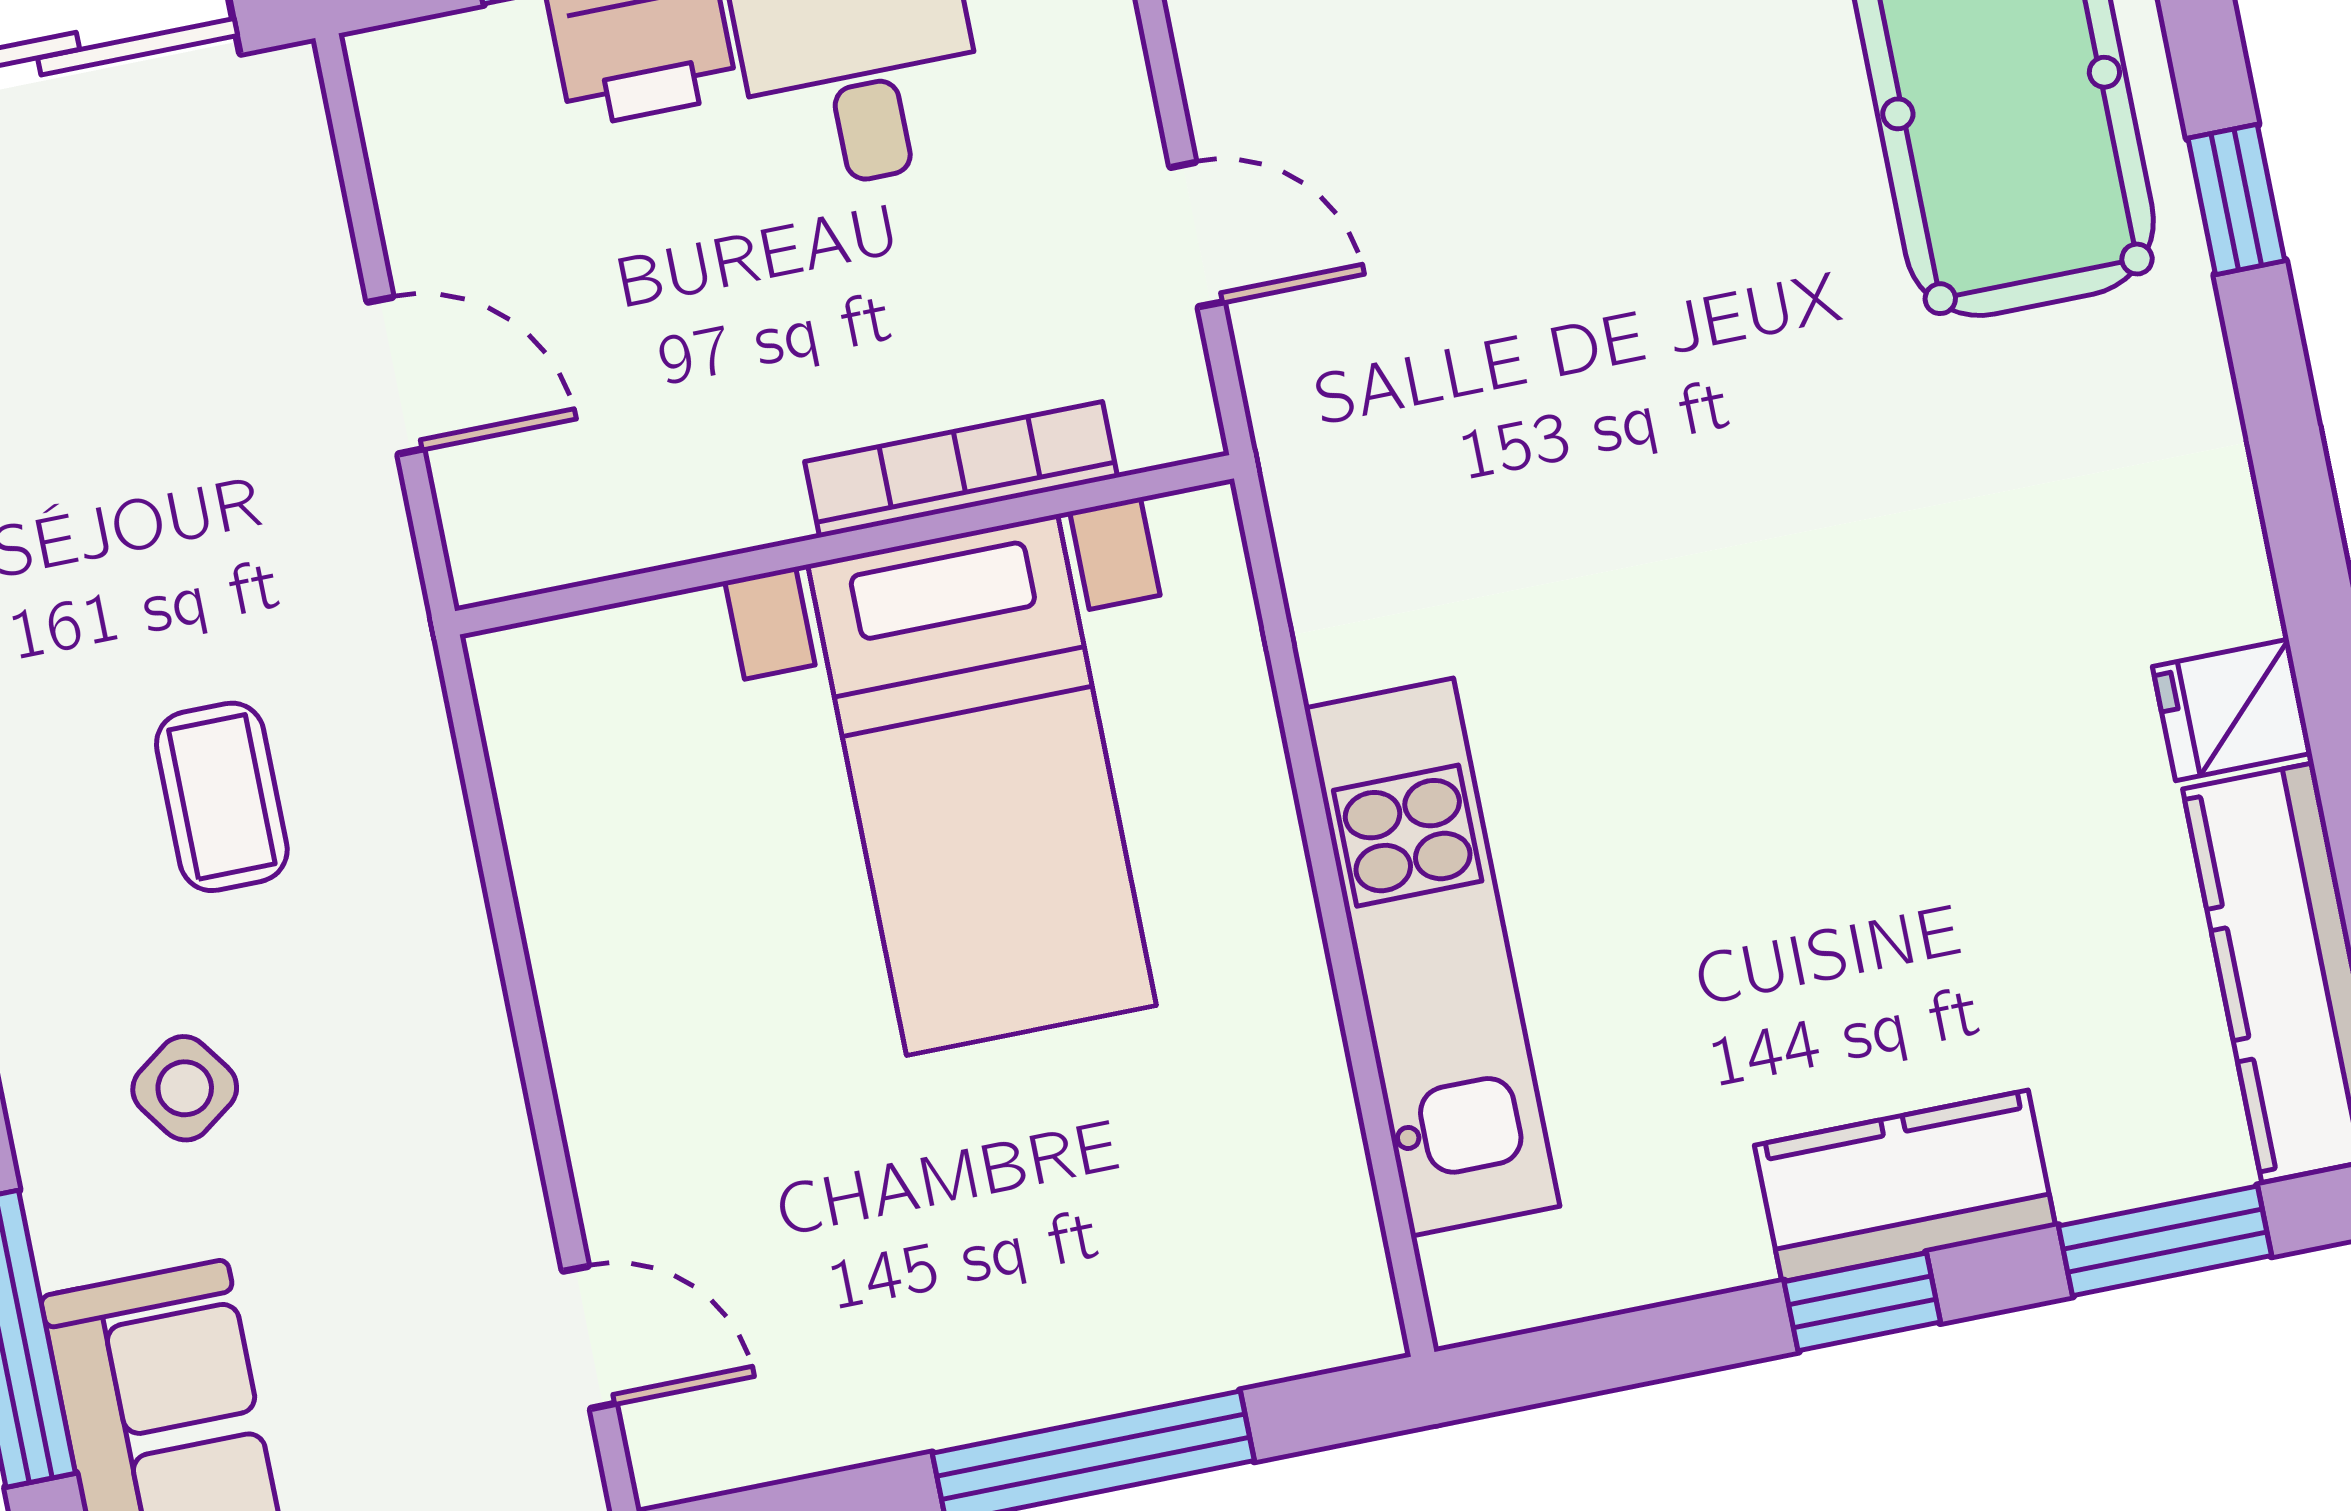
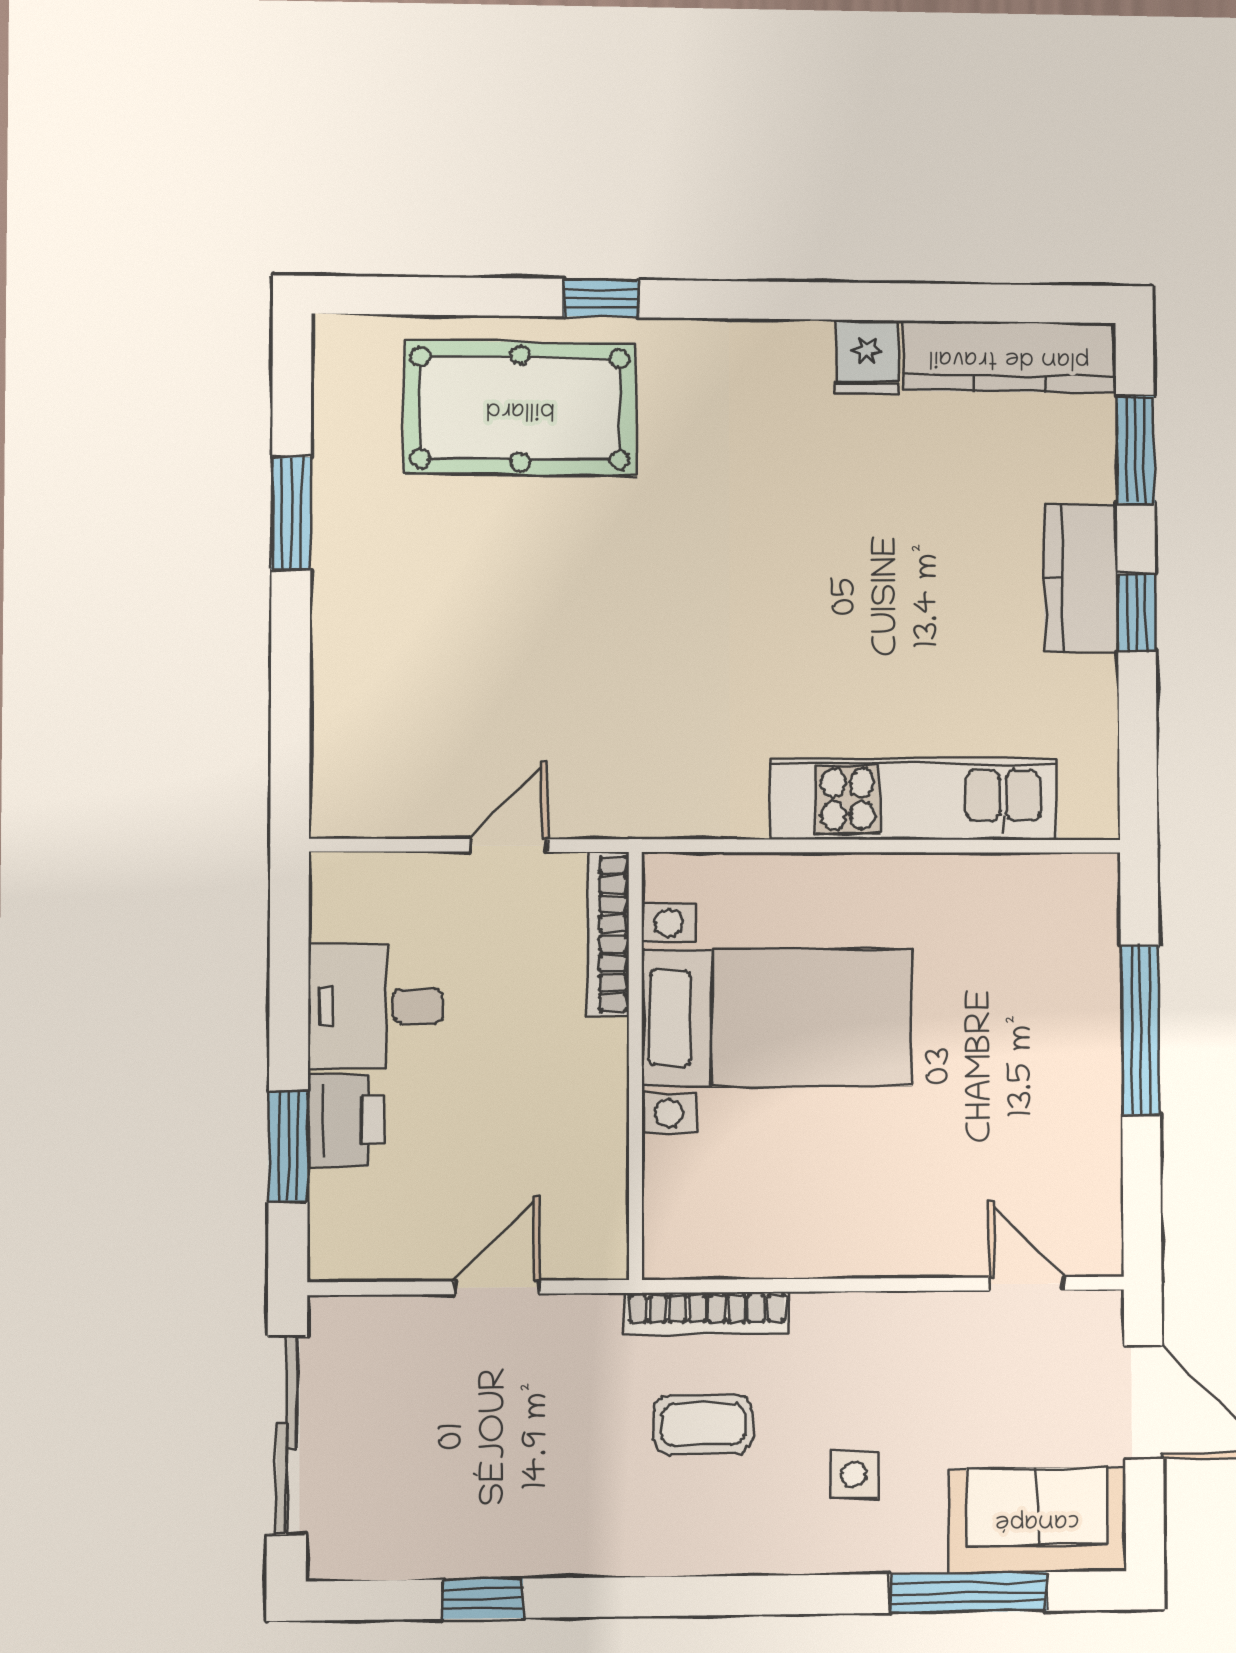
bookcase: (961, 470) -> (608, 934), moved
bookcase: (422, 764) -> (707, 1314), added
side table: (185, 1088) -> (854, 1474), turned 36
door: (589, 1337) -> (1027, 1284), hinge flipped

